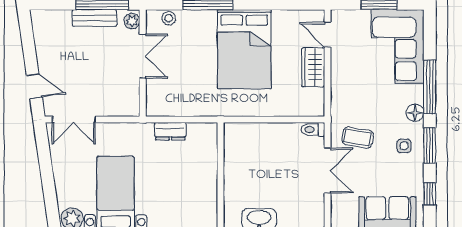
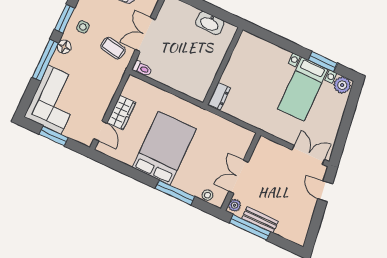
dresser: (170, 131) -> (219, 96), moved, turned 90

